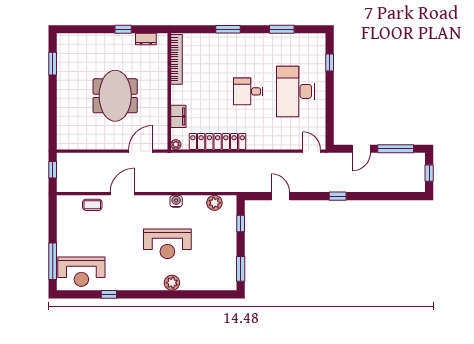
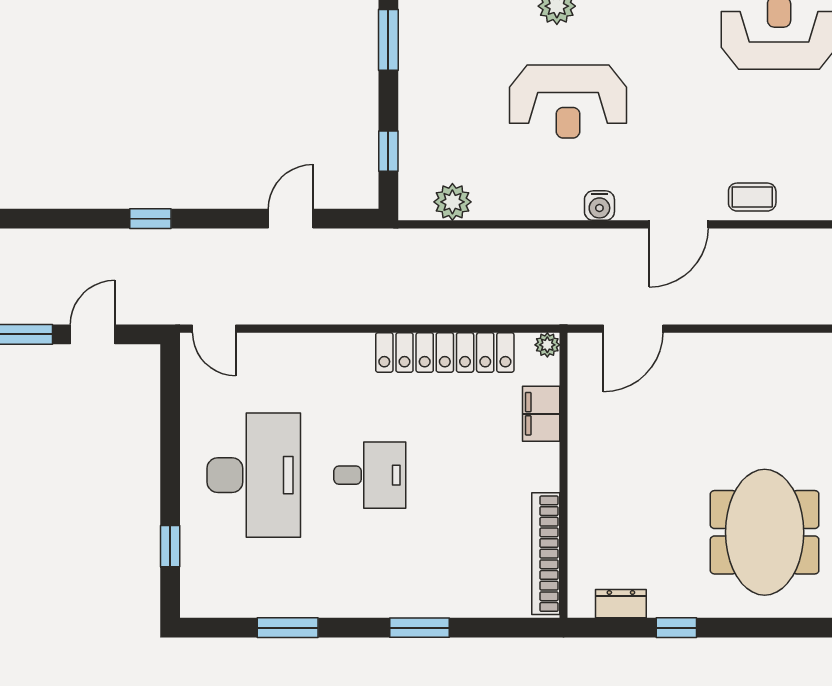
meeting table: (115, 96) -> (765, 532), moved
door: (280, 196) -> (291, 219), swing flipped
water cooler: (176, 201) -> (599, 206), moved
reception desk: (167, 244) -> (568, 101), turned 180

